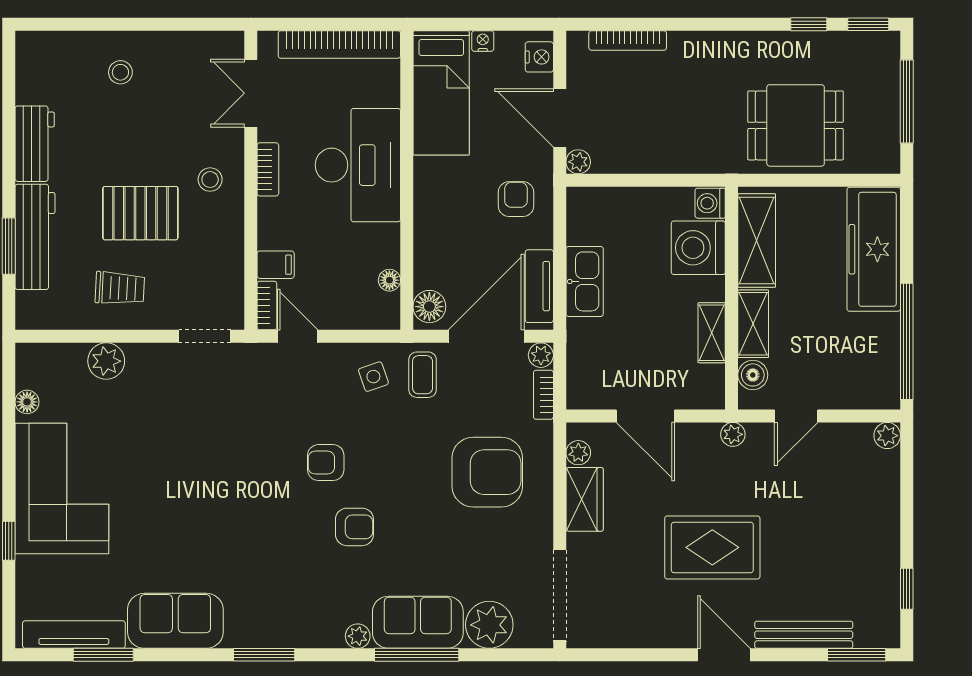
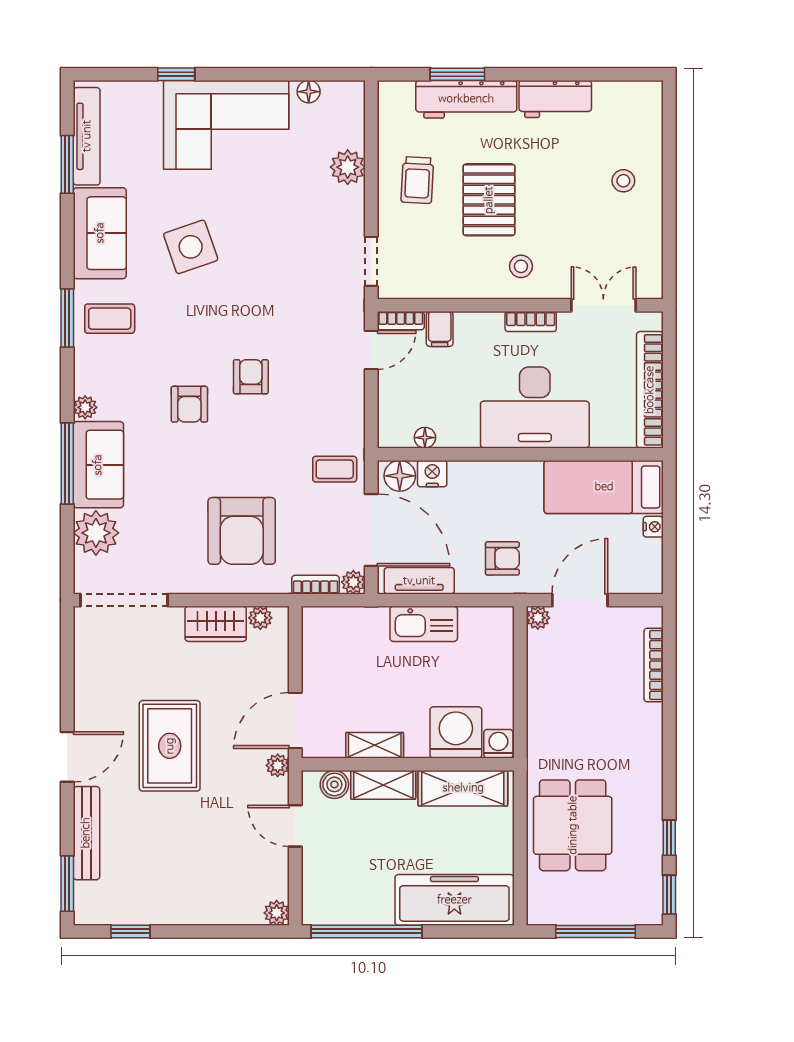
nightstand: (539, 57) -> (432, 474), moved, turned 180
side table: (373, 377) -> (191, 247), moved, width x1.87, depth x1.87
door: (645, 416) -> (295, 720), moved
coffee table: (265, 610) -> (110, 319), added

